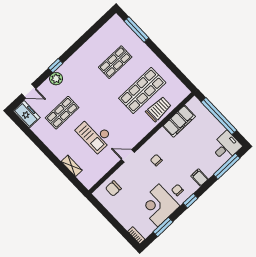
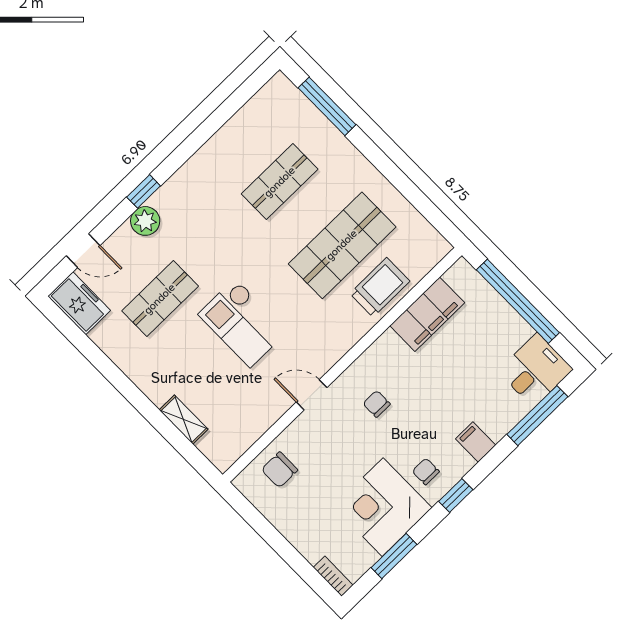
checkout: (94, 134) -> (243, 323), moved

